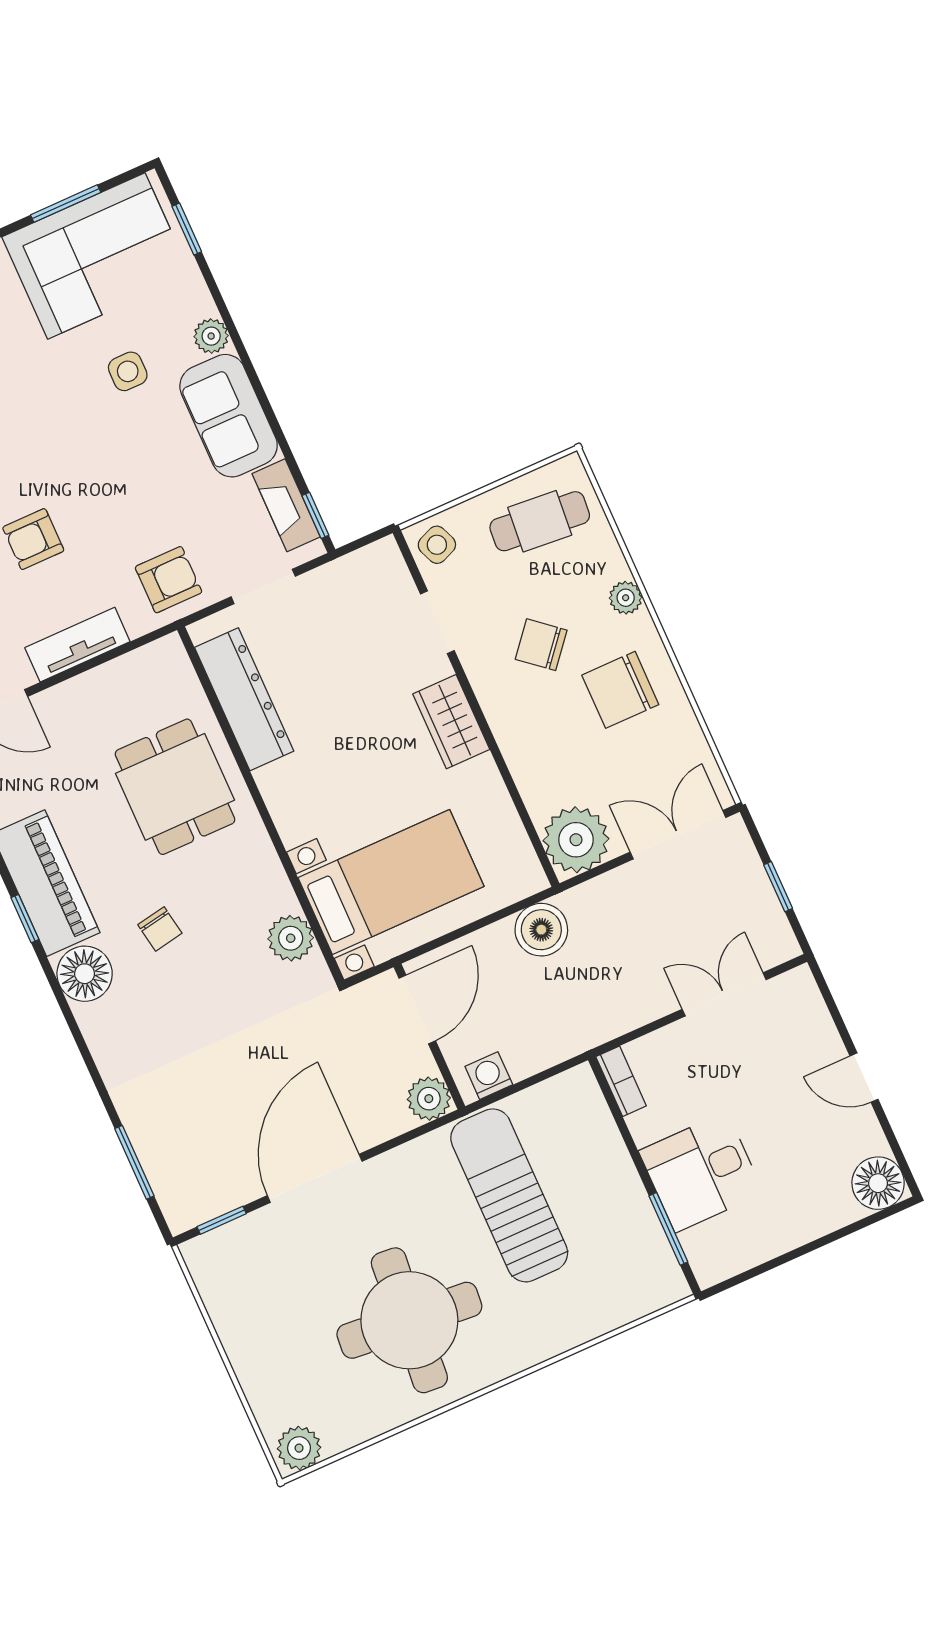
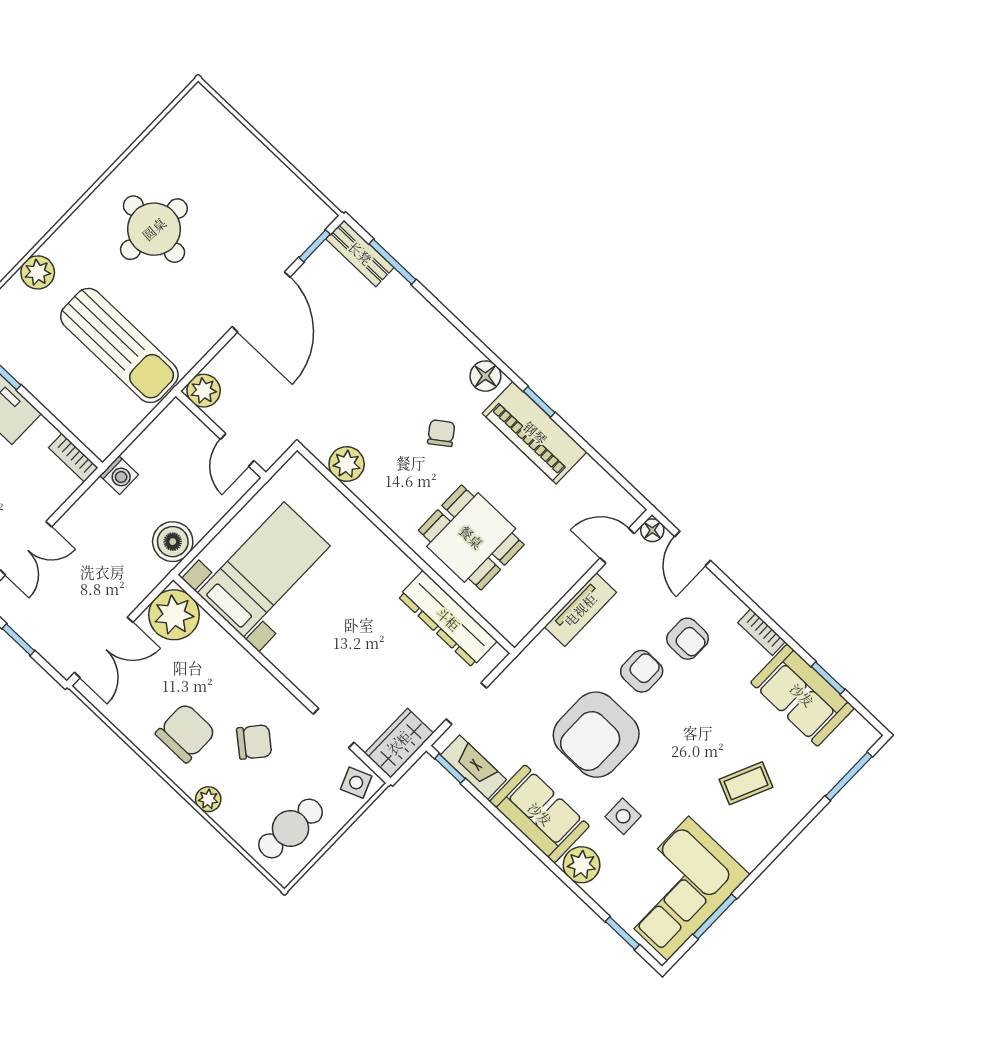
plant: (211, 336) -> (582, 865), width x1.38, depth x1.38
armchair: (168, 580) -> (596, 735), moved, width x1.88, depth x1.88
wardrobe: (451, 722) -> (399, 743), moved, turned -90
bed with nightstands: (391, 882) -> (264, 569), moved, turned 180
chair: (160, 929) -> (441, 433), turned 64
floor lamp: (85, 974) -> (485, 376), width x0.73, depth x0.73
door: (417, 1010) -> (237, 450), width x0.73
washing machine: (489, 1076) -> (119, 475), moved
bench: (170, 1189) -> (360, 253), added
round table: (409, 1320) -> (154, 229), width x0.73, depth x0.73
plant: (299, 1448) -> (38, 272), moved

